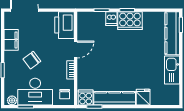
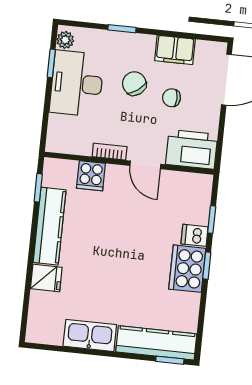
chair: (65, 94) -> (171, 98), moved
cooker: (86, 98) -> (91, 176), moved, turned 90

